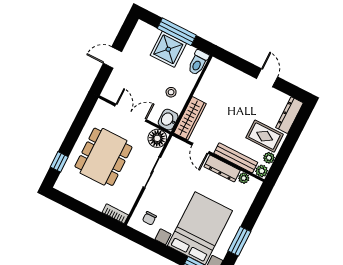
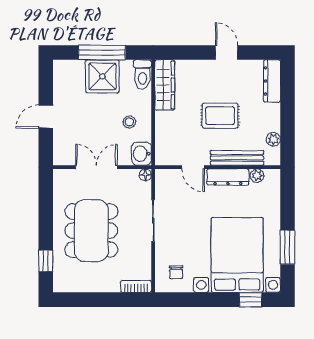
wardrobe: (190, 118) -> (165, 85), moved
rug: (265, 136) -> (220, 116), moved
floor lamp: (157, 138) -> (145, 175), width x0.53, depth x0.53
plant: (262, 171) -> (273, 158), removed

